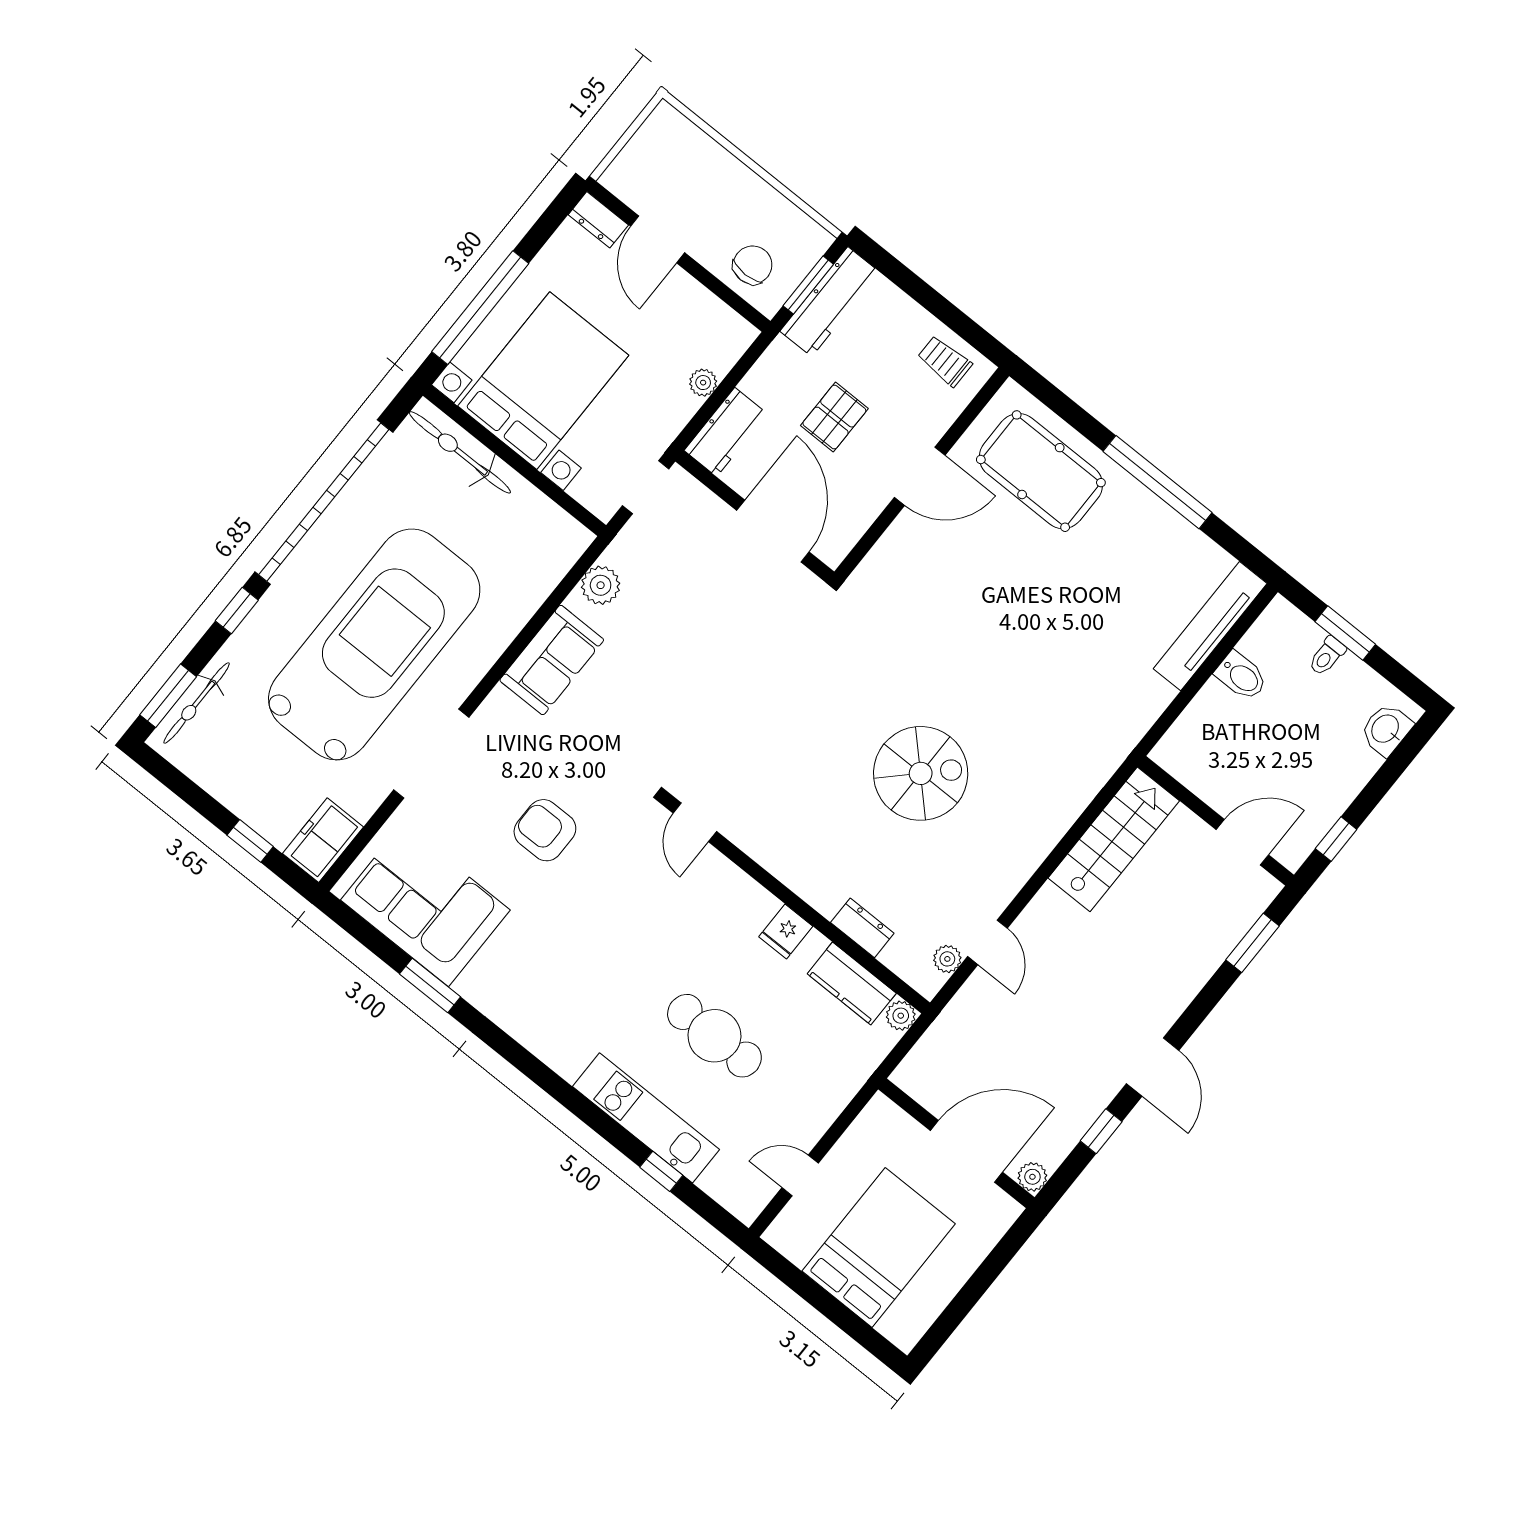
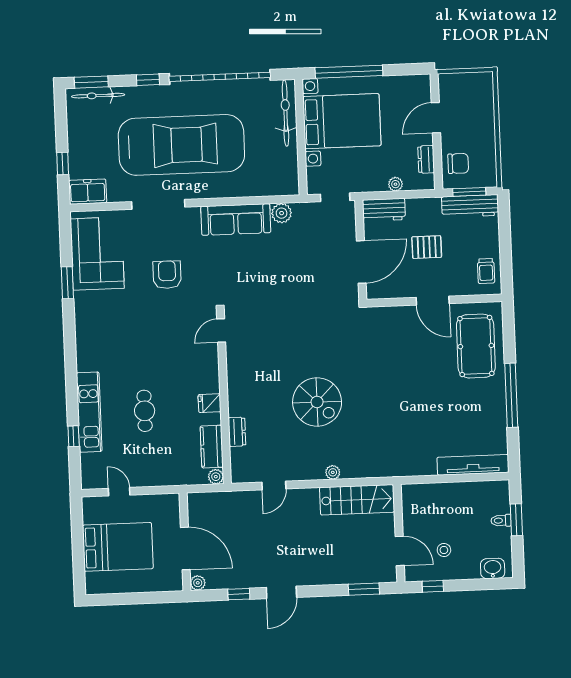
dresser: (598, 220) -> (426, 159), moved
trolley: (945, 361) -> (486, 271), turned 180
sofa: (552, 660) -> (236, 220), width x1.36
bidet: (1241, 676) -> (464, 494), removed
stool: (1297, 777) -> (444, 550), added
plant: (947, 959) -> (333, 472), moved
cafe table: (714, 1036) -> (145, 411), width x0.73, depth x0.74

